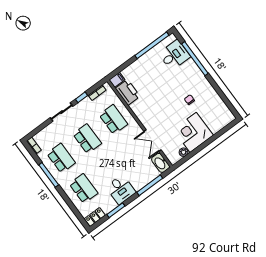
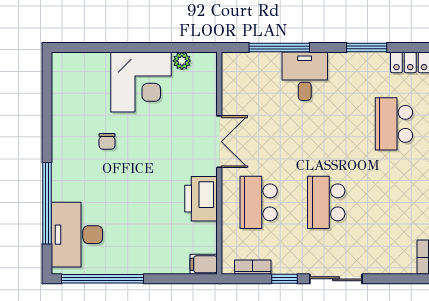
desk: (174, 55) -> (77, 235), width x1.37
printer: (128, 92) -> (201, 199), moved
double door: (152, 141) -> (219, 142), moved
school desk: (61, 158) -> (394, 202), removed
washbasin: (161, 163) -> (233, 71), removed
desk: (121, 190) -> (305, 76), moved

